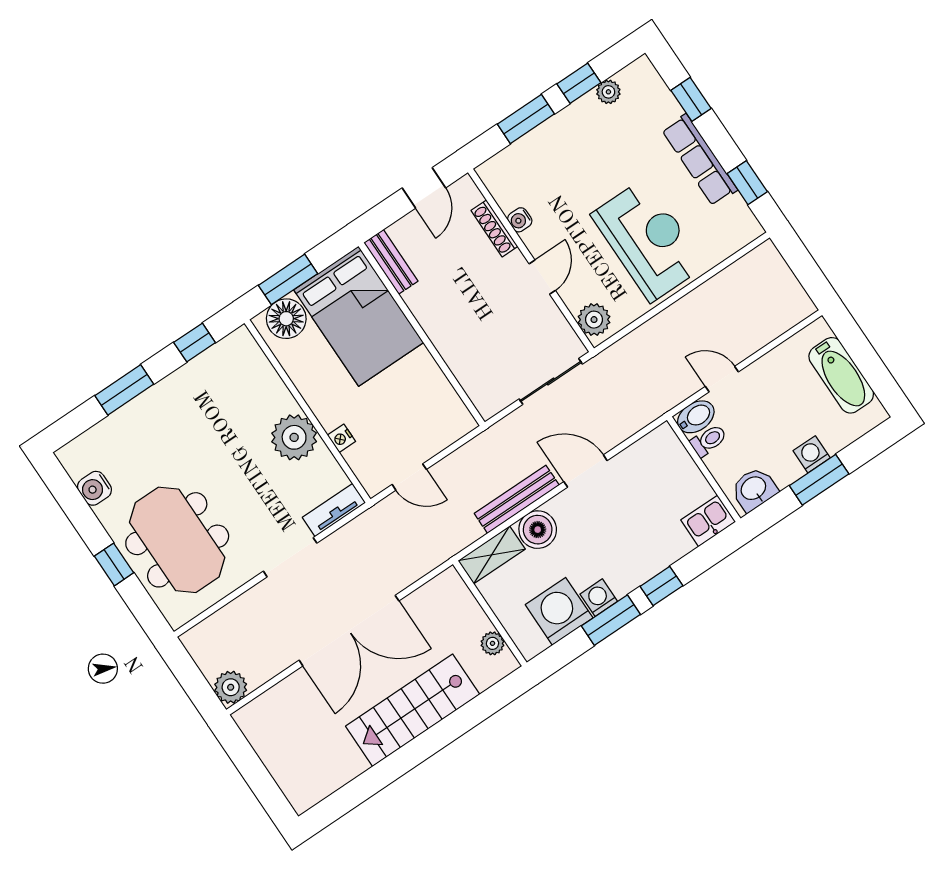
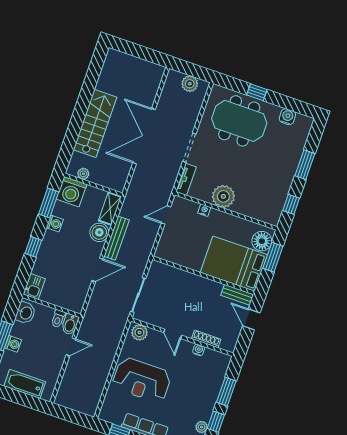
door: (424, 188) -> (251, 319), moved
washing machine: (559, 611) -> (71, 192), moved, turned 90
window: (611, 620) -> (49, 203), moved
plant: (231, 687) -> (190, 84), moved

